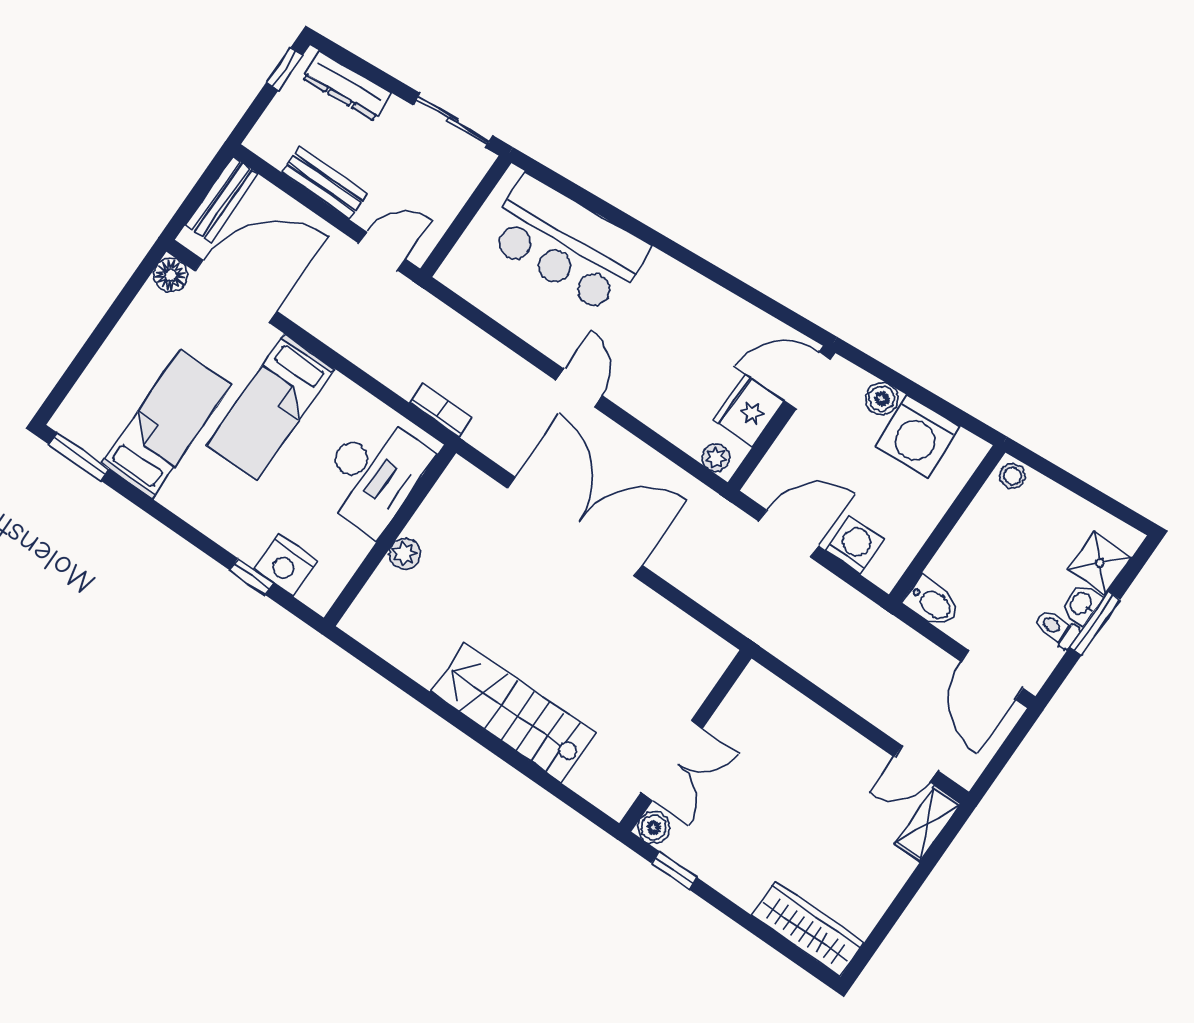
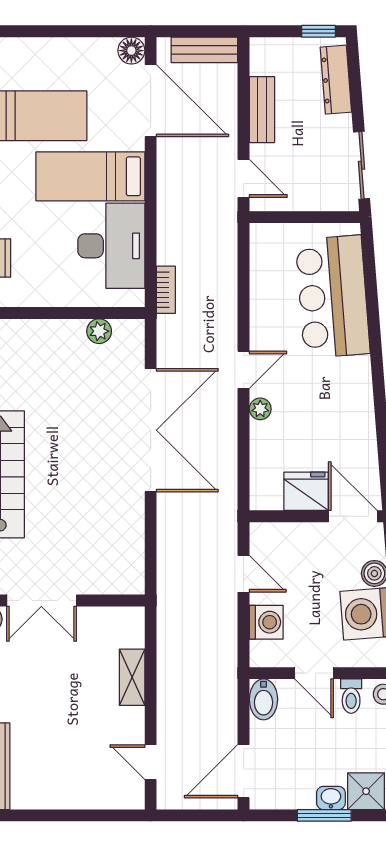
plant: (716, 458) -> (260, 409), moved
desk: (373, 474) -> (111, 246), moved, turned -90
door: (941, 532) -> (314, 673), added
door: (789, 534) -> (244, 574), width x0.73
plant: (405, 554) -> (99, 331), moved
toilet: (1056, 628) -> (351, 696), moved, turned 180
shelving: (927, 824) -> (132, 677), moved, turned 90

